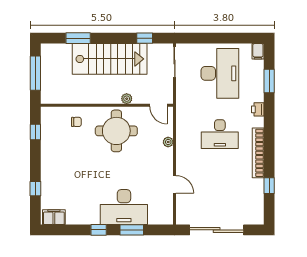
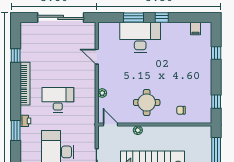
window: (269, 81) -> (16, 130), moved
round table: (116, 131) -> (147, 103), width x0.73, depth x0.73
filing cabinet: (54, 217) -> (195, 28), width x0.50

